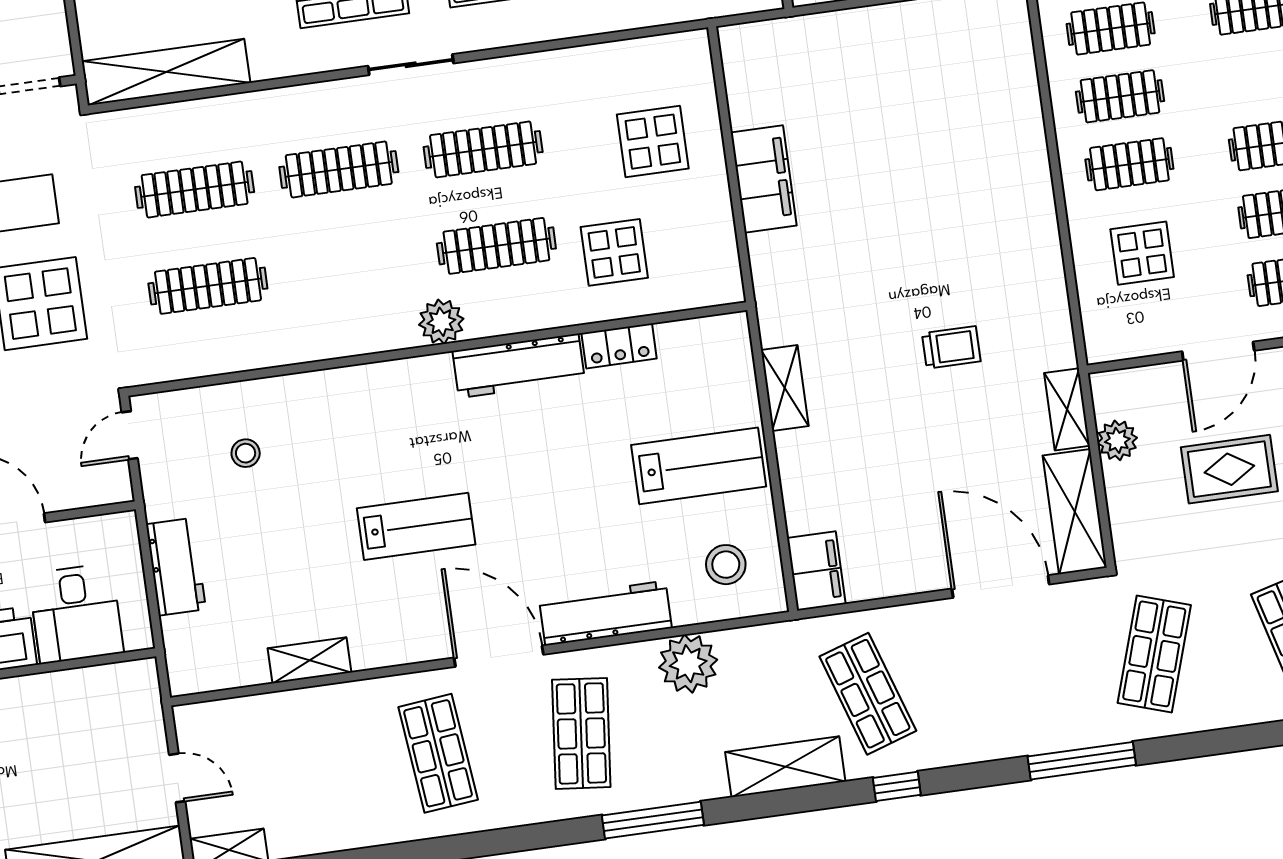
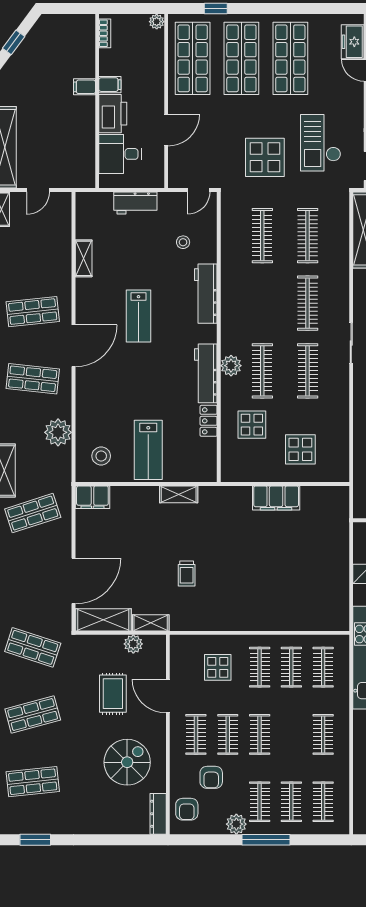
plant: (441, 322) -> (231, 366), moved
door: (130, 435) -> (199, 190), swing flipped
workbench: (605, 613) -> (206, 294), moved, turned 180

